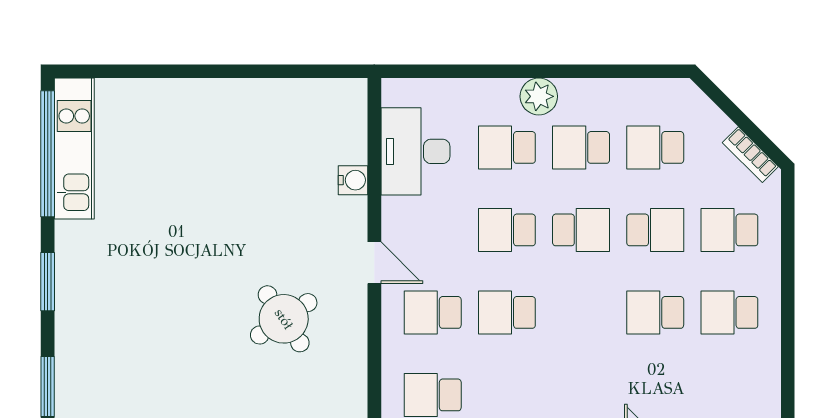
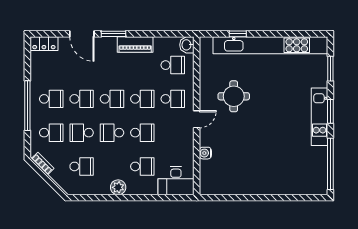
plant: (539, 96) -> (118, 187), moved
school desk: (581, 147) -> (112, 99), moved
kitchen unit: (74, 148) -> (319, 117), moved
desk: (415, 151) -> (176, 181), moved, turned 90
door: (374, 263) -> (197, 119), swing flipped
window: (788, 296) -> (27, 106), added
round table: (284, 319) -> (234, 96), turned 34

